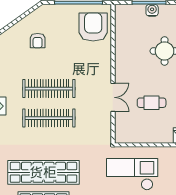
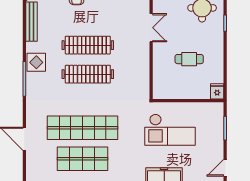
double door: (113, 97) -> (151, 28), moved
checkout: (132, 174) -> (170, 130), turned 180

